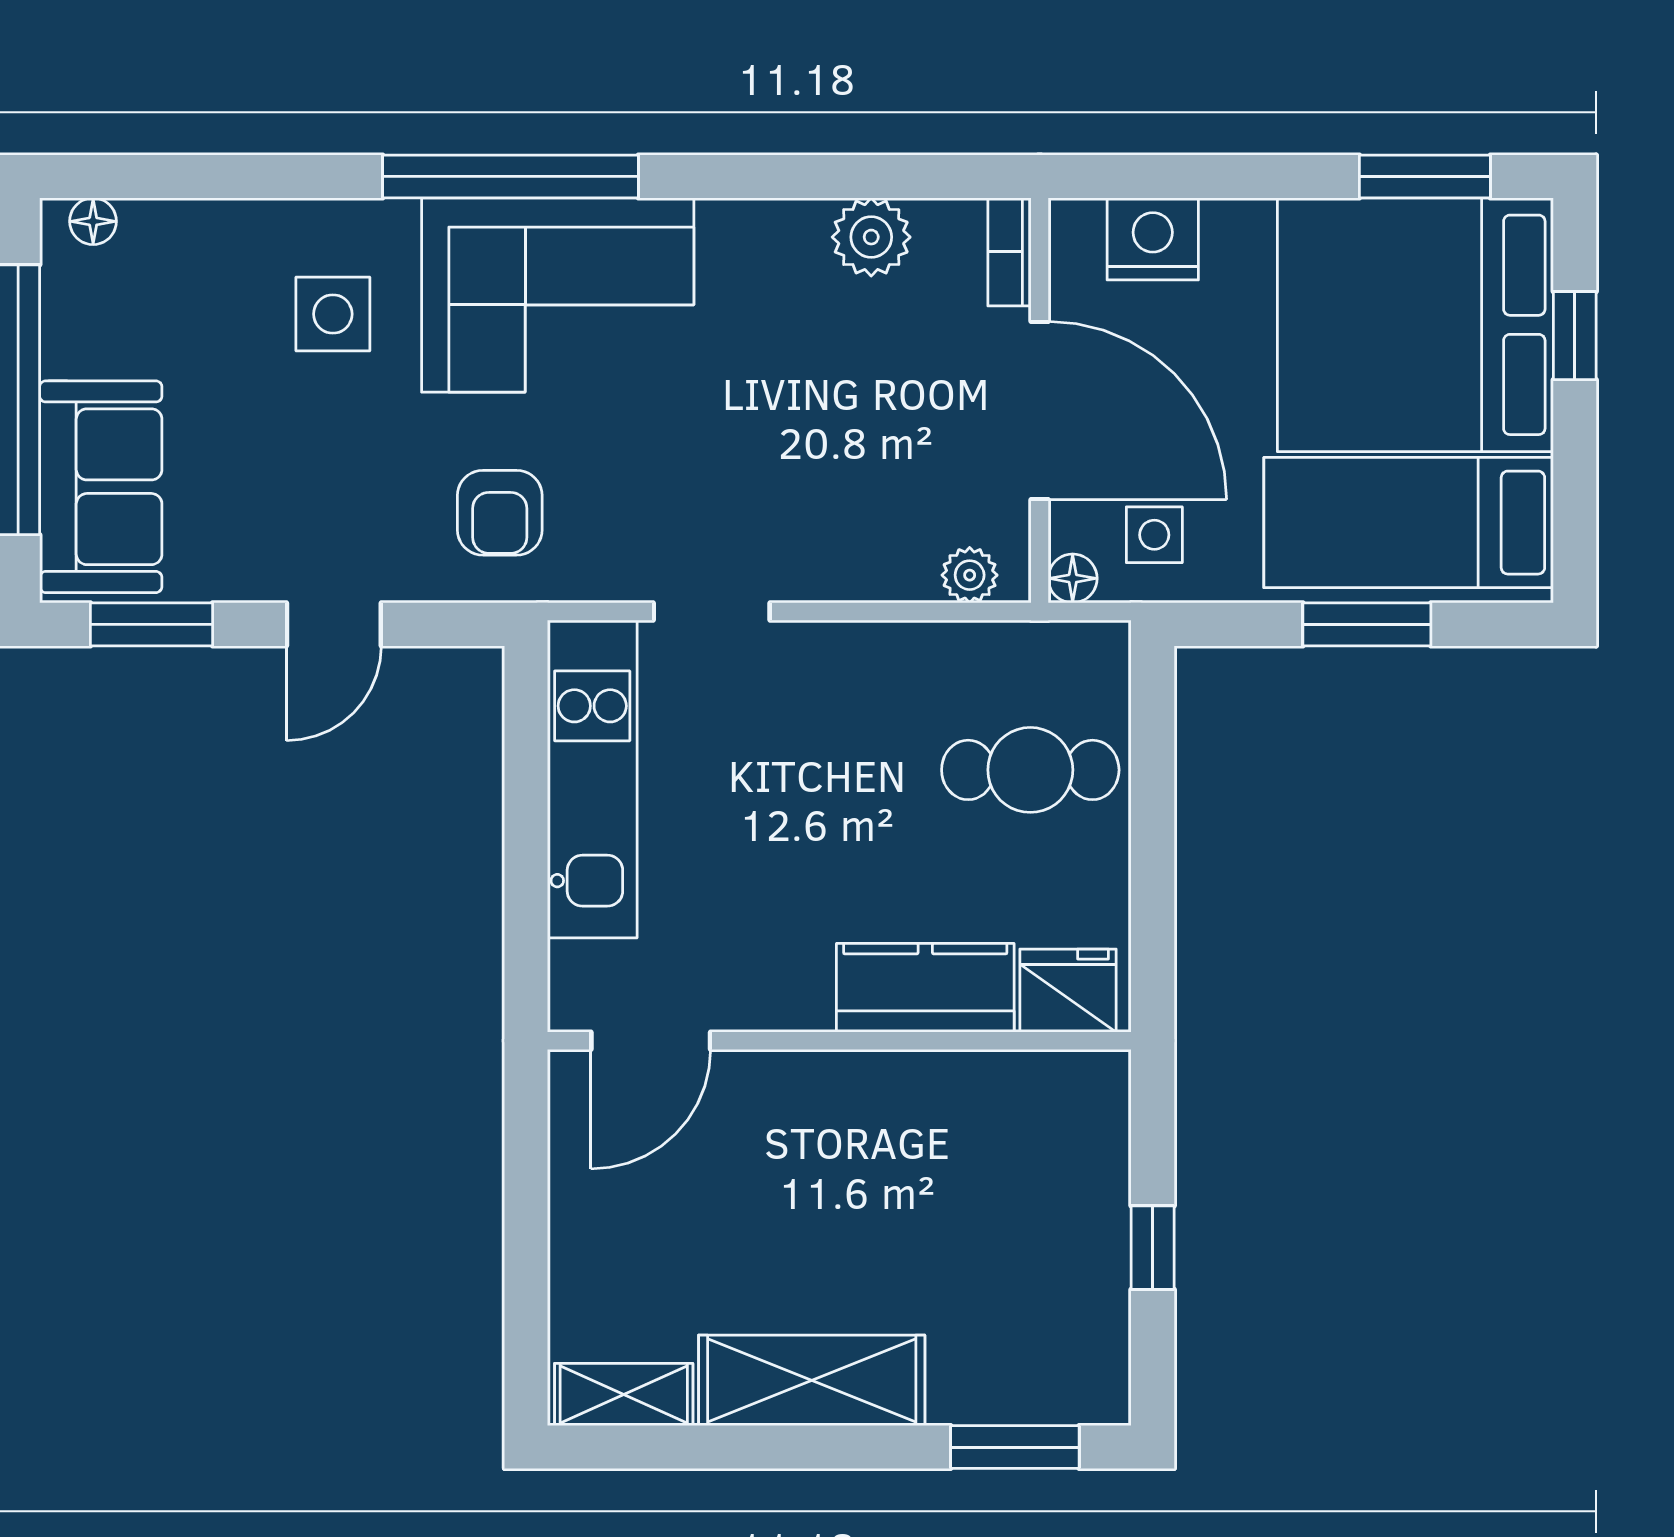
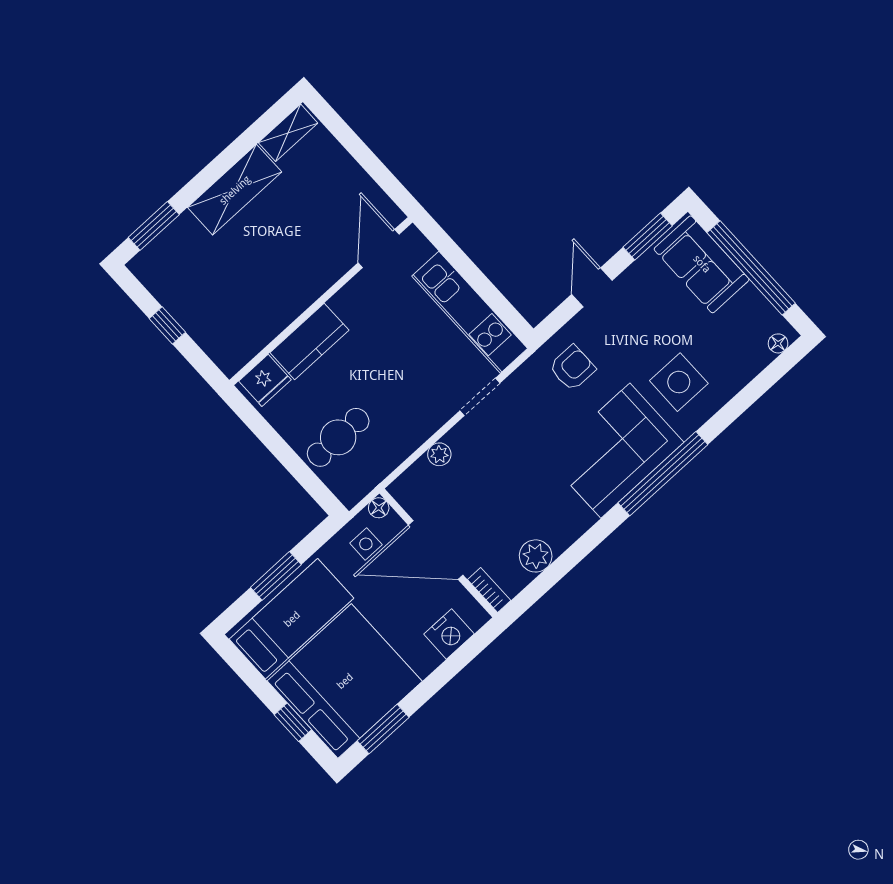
side table: (333, 314) -> (679, 382), width x1.37, depth x1.37
armchair: (500, 513) -> (572, 368), turned 90
plant: (970, 575) -> (439, 454), moved

